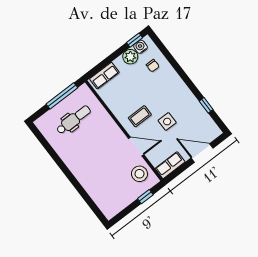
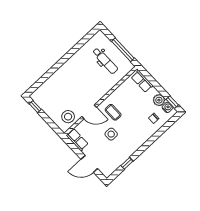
door: (136, 147) -> (89, 112), hinge flipped
door: (202, 153) -> (89, 164), swing flipped
window: (145, 197) -> (35, 107), moved

